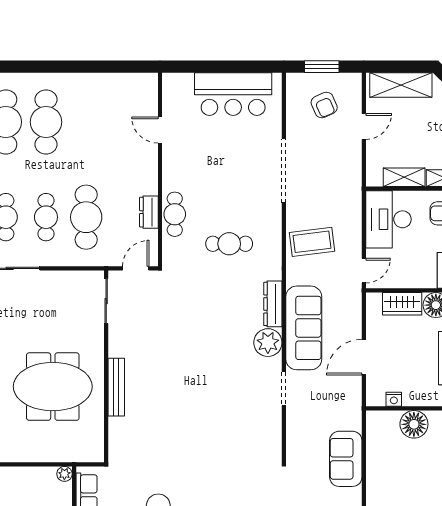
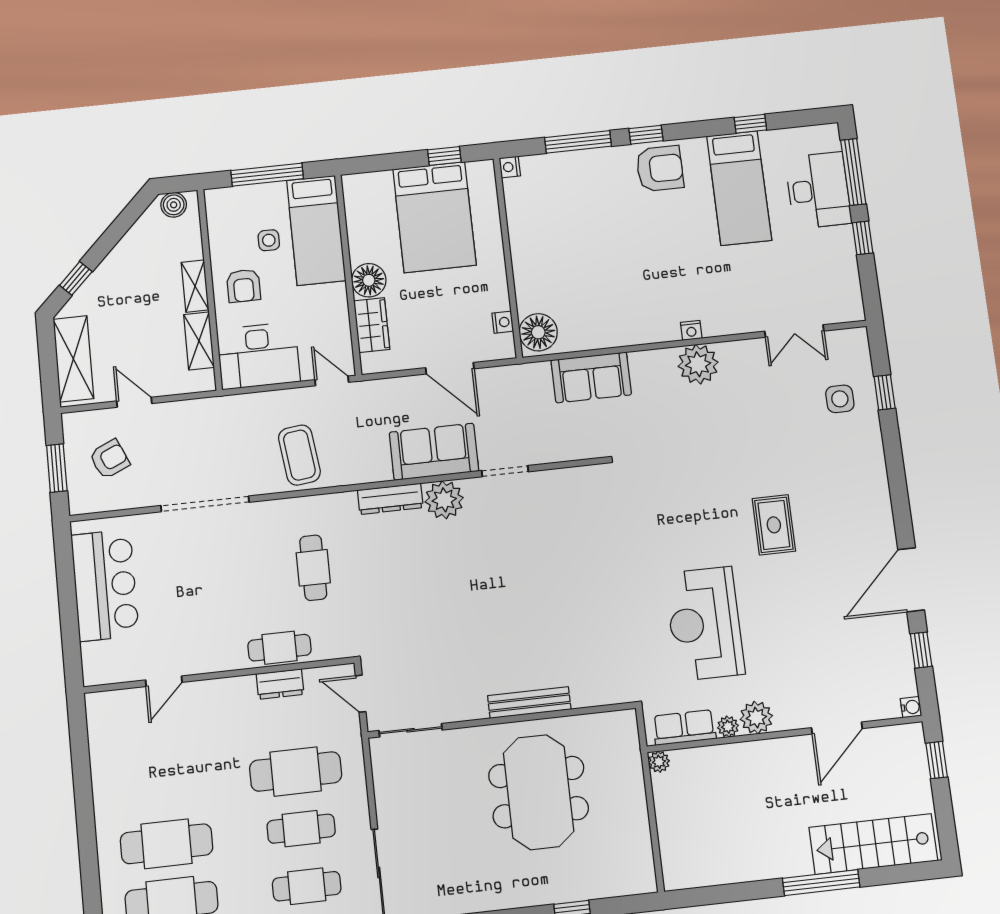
sofa: (304, 328) -> (434, 452), width x0.73
floor lamp: (414, 424) -> (538, 332), moved

